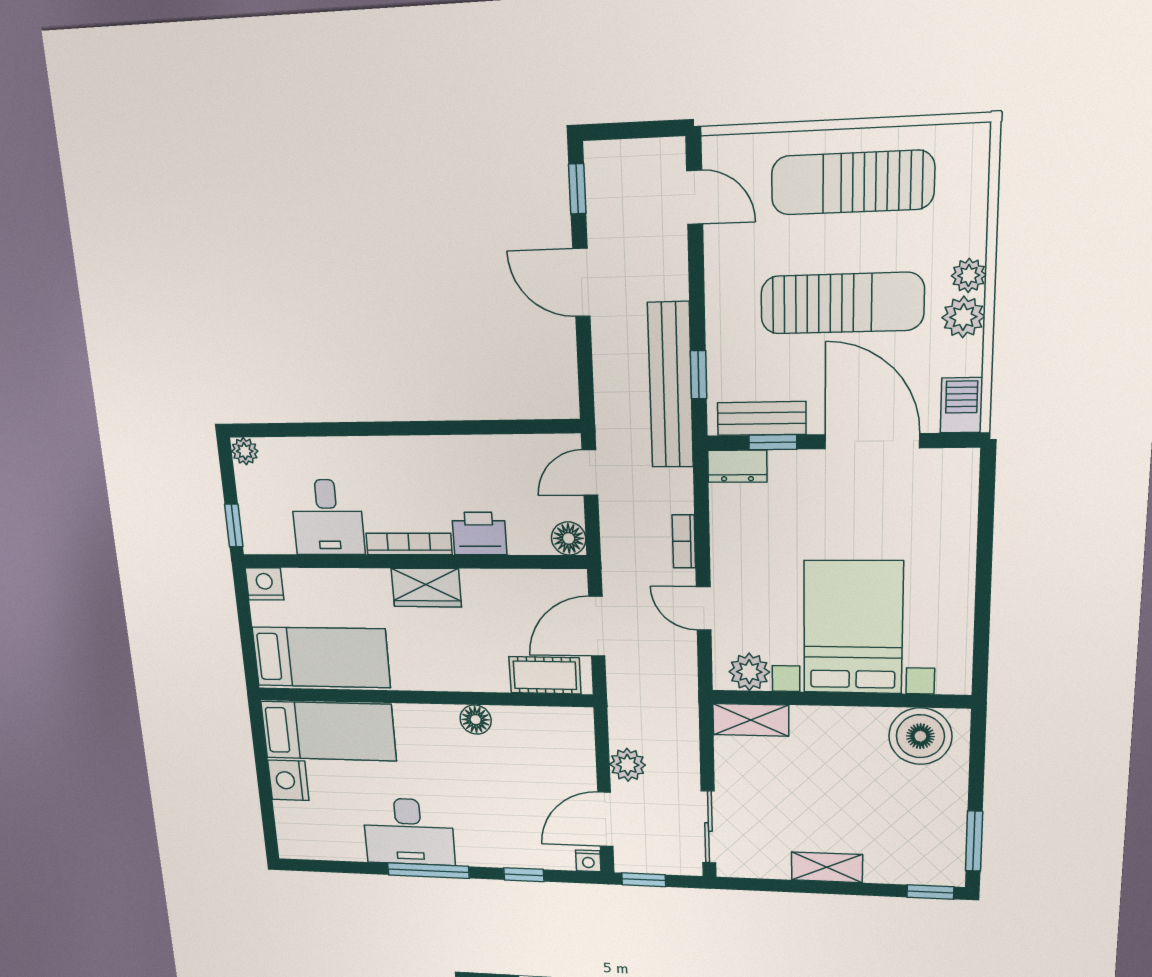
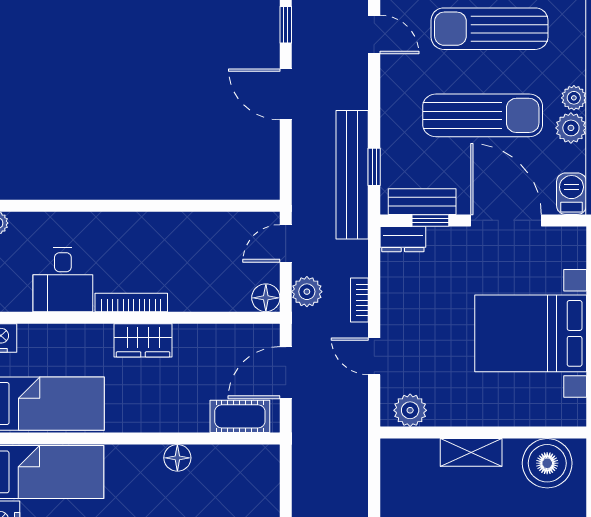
printer: (479, 534) -> (192, 294), removed
bed with nightstands: (853, 627) -> (531, 333), moved, turned -90
shelving: (751, 720) -> (471, 452), moved
plant: (628, 765) -> (307, 292), moved

